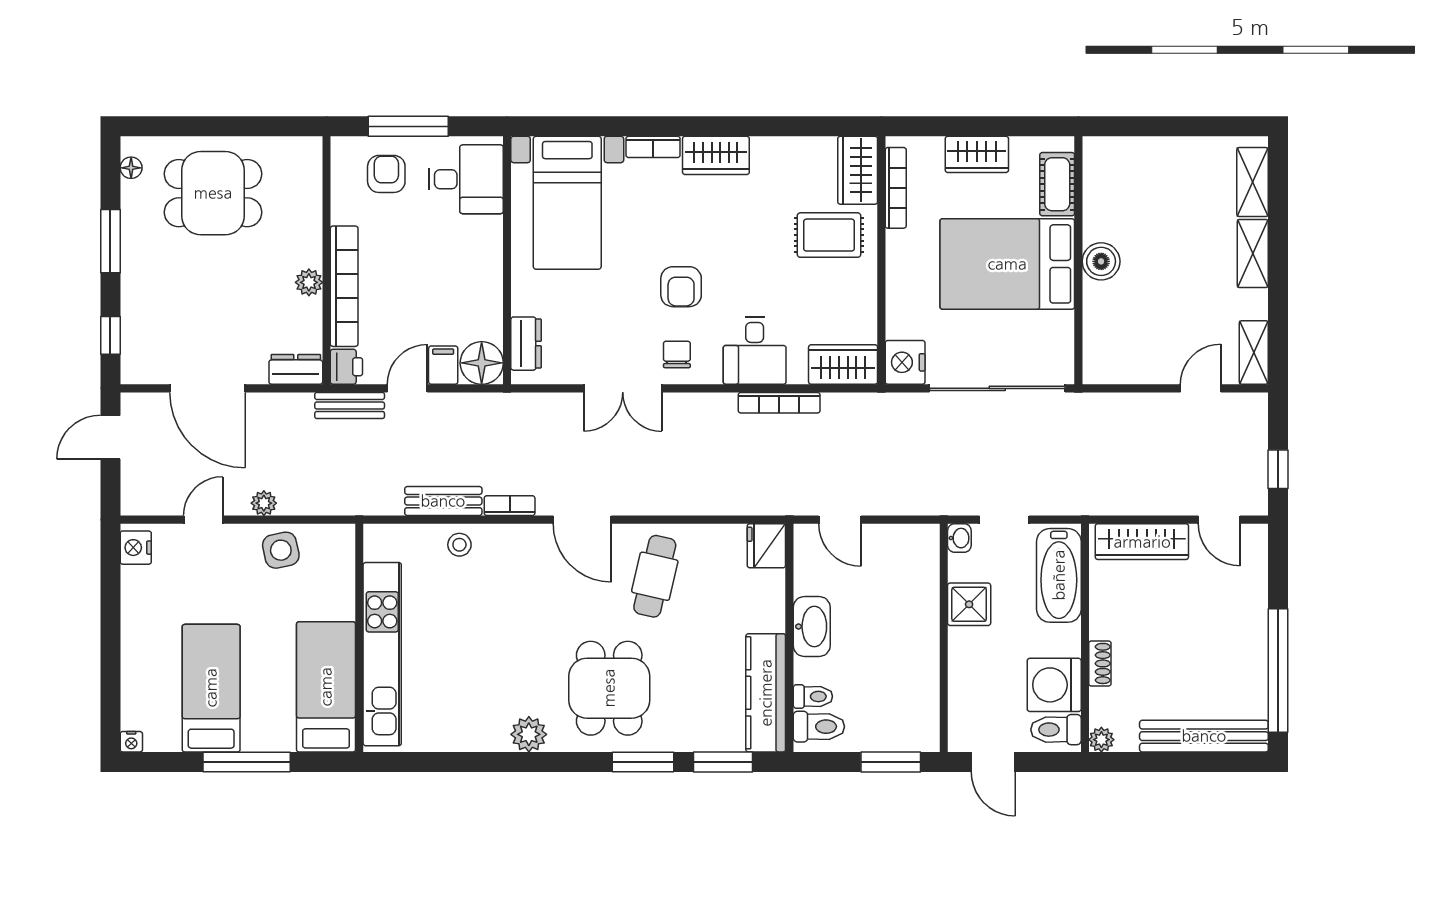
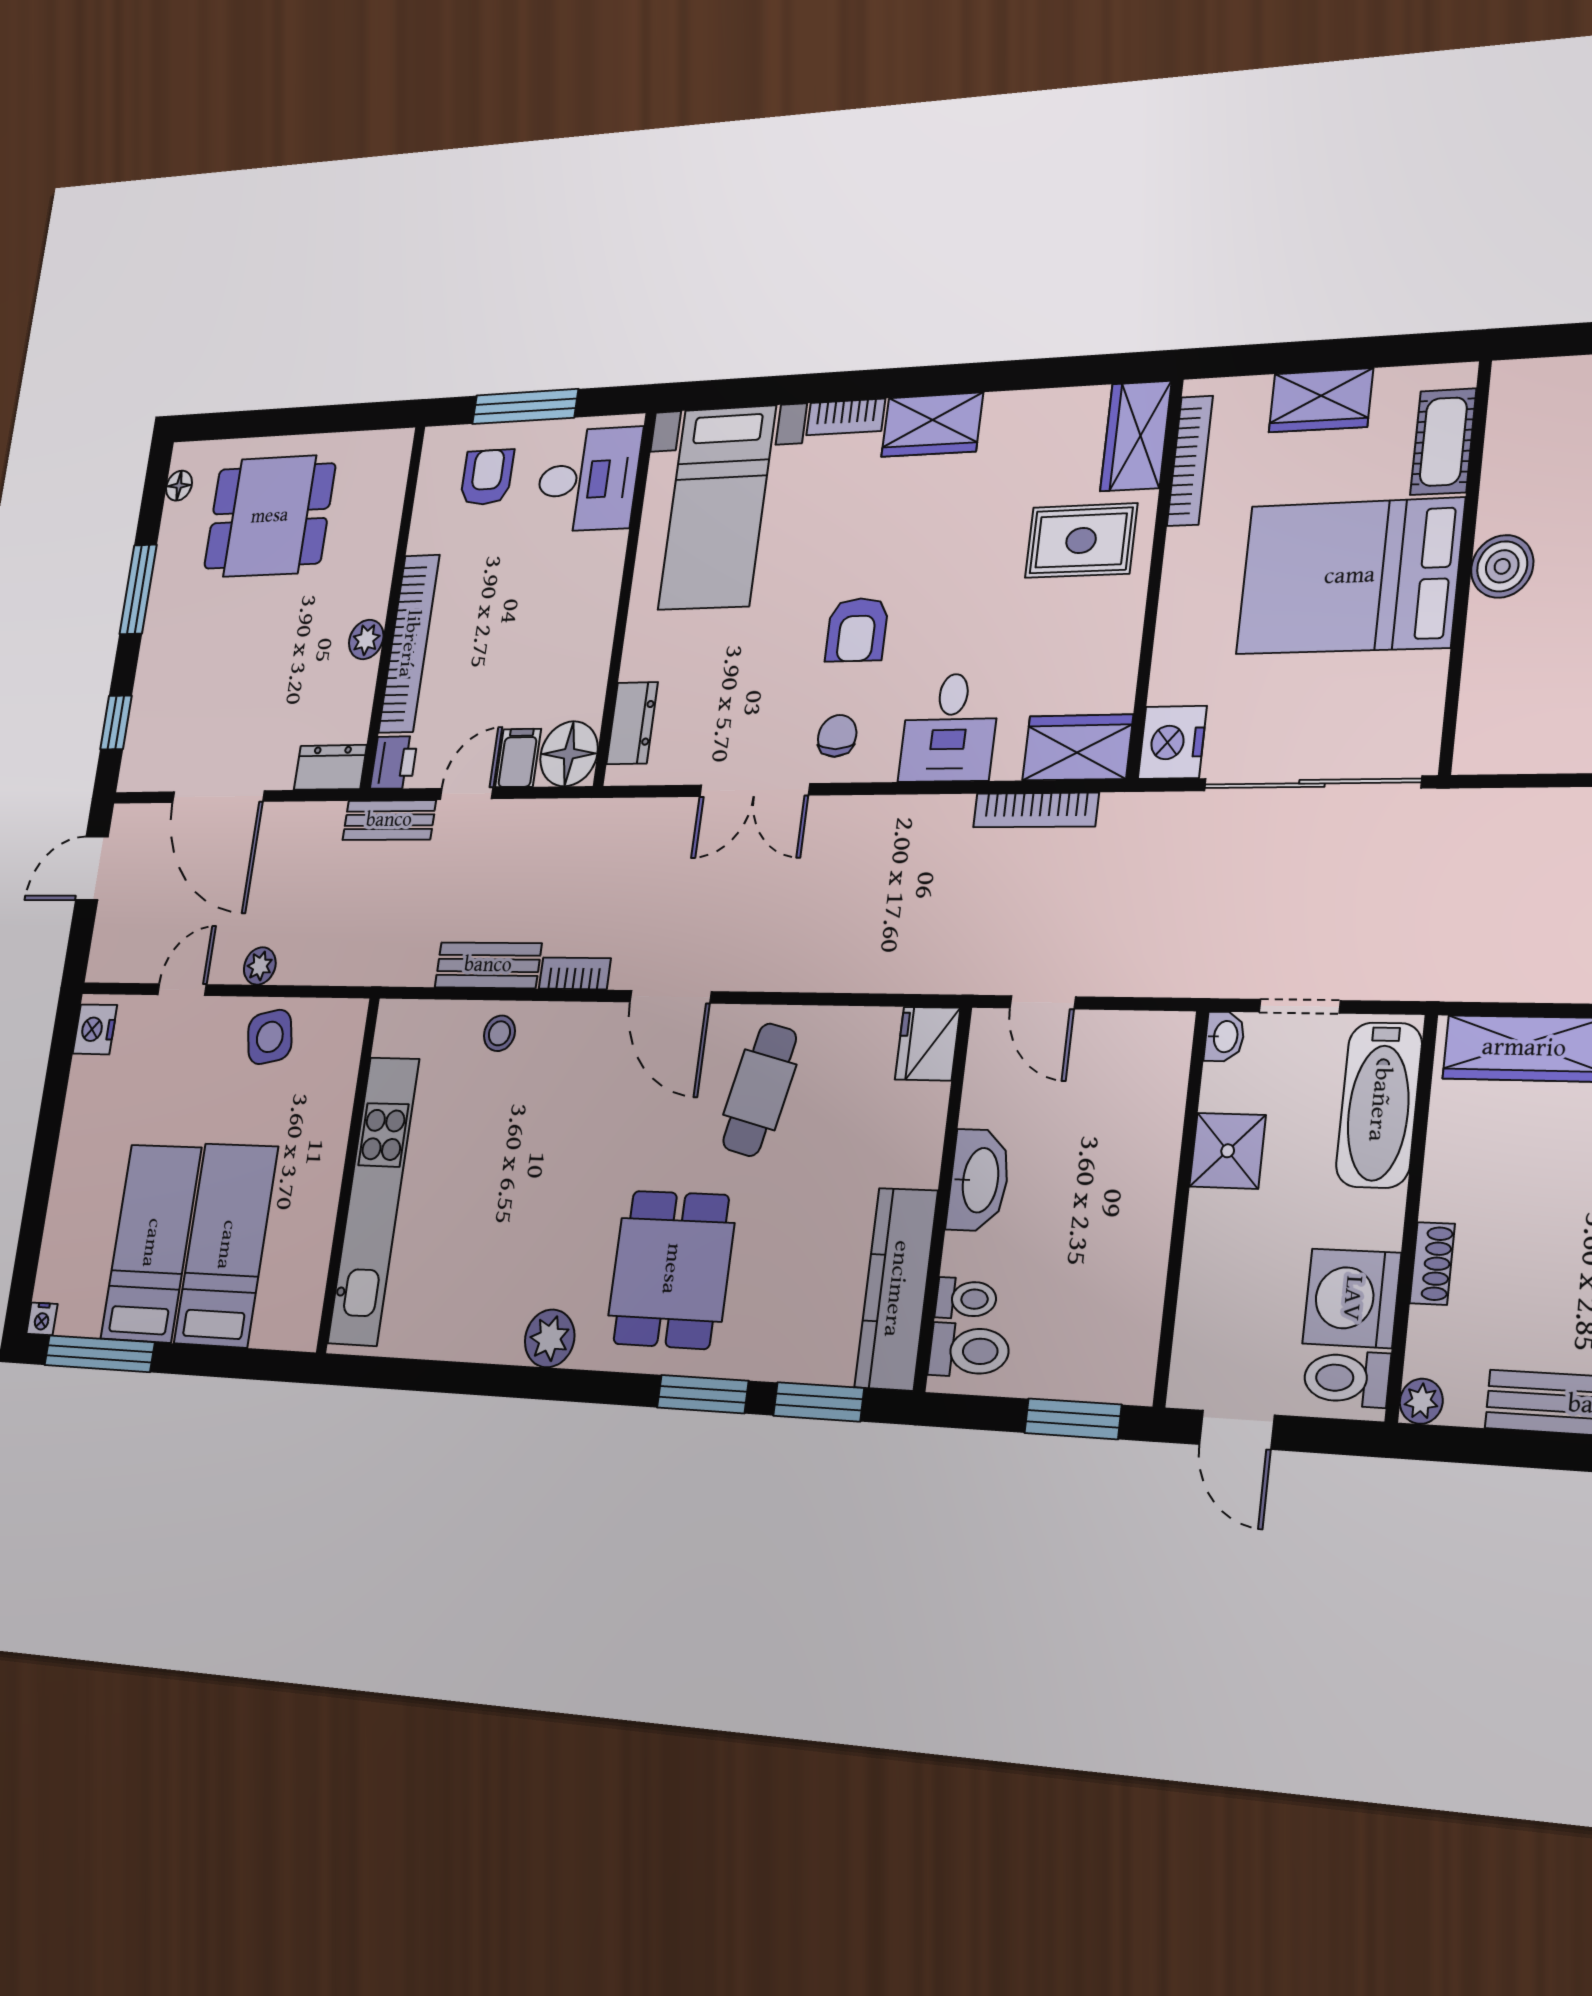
bookcase: (779, 403) -> (1036, 810), moved
bed: (326, 687) -> (226, 1245), moved
window: (247, 762) -> (99, 1354), moved

